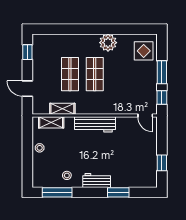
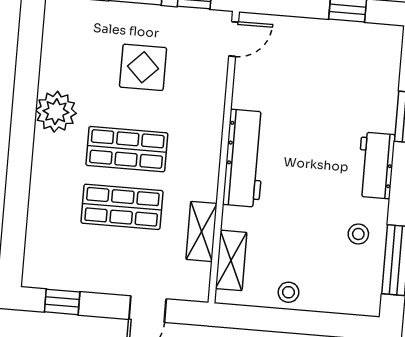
display table: (144, 51) -> (143, 67), moved

